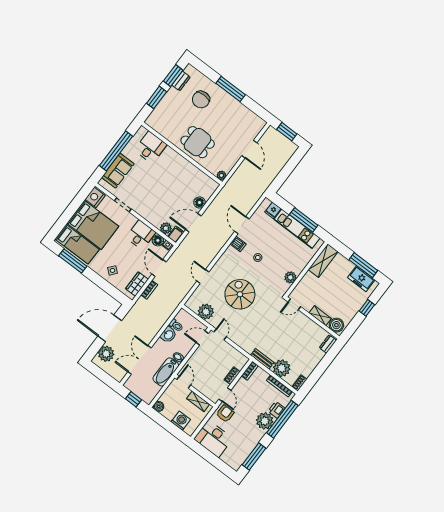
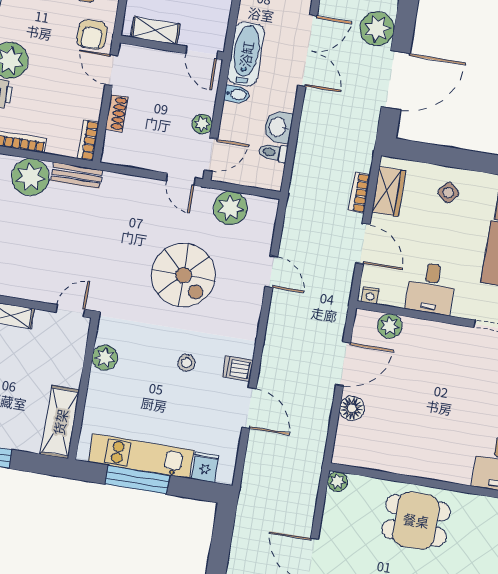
filing cabinet: (176, 234) -> (365, 324), removed
floor lamp: (158, 240) -> (393, 295), removed
plant: (199, 353) -> (202, 124), added

